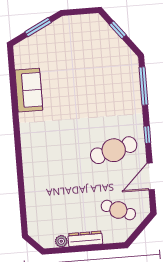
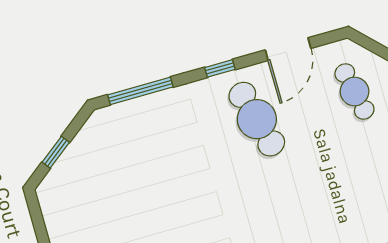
door: (151, 176) -> (288, 49), hinge flipped
cafe table: (118, 210) -> (354, 91), turned -36

